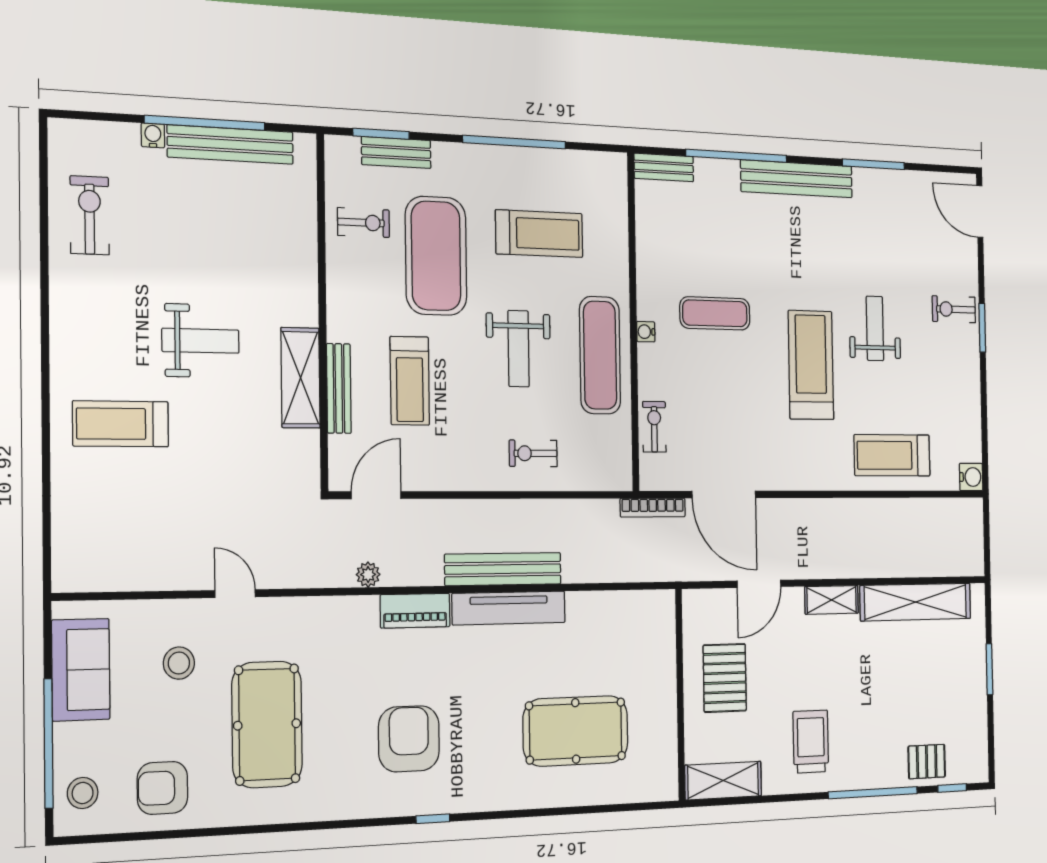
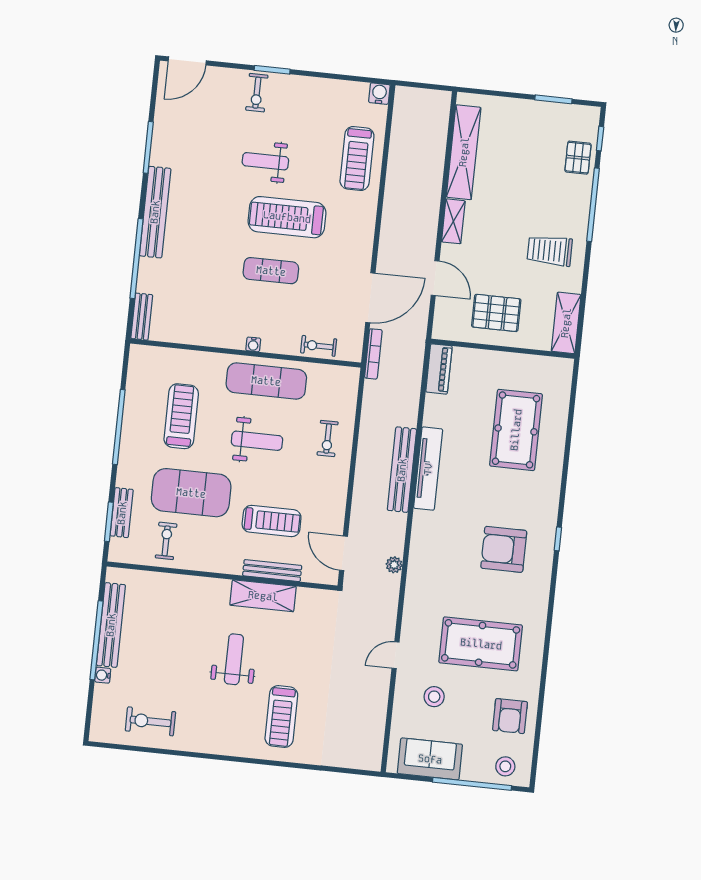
exercise mat: (715, 313) -> (271, 271), moved, turned 90
piano: (415, 611) -> (439, 369), moved
window: (989, 669) -> (553, 99), moved

